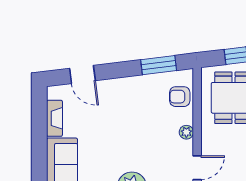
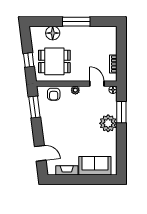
door: (82, 74) -> (40, 153), hinge flipped

